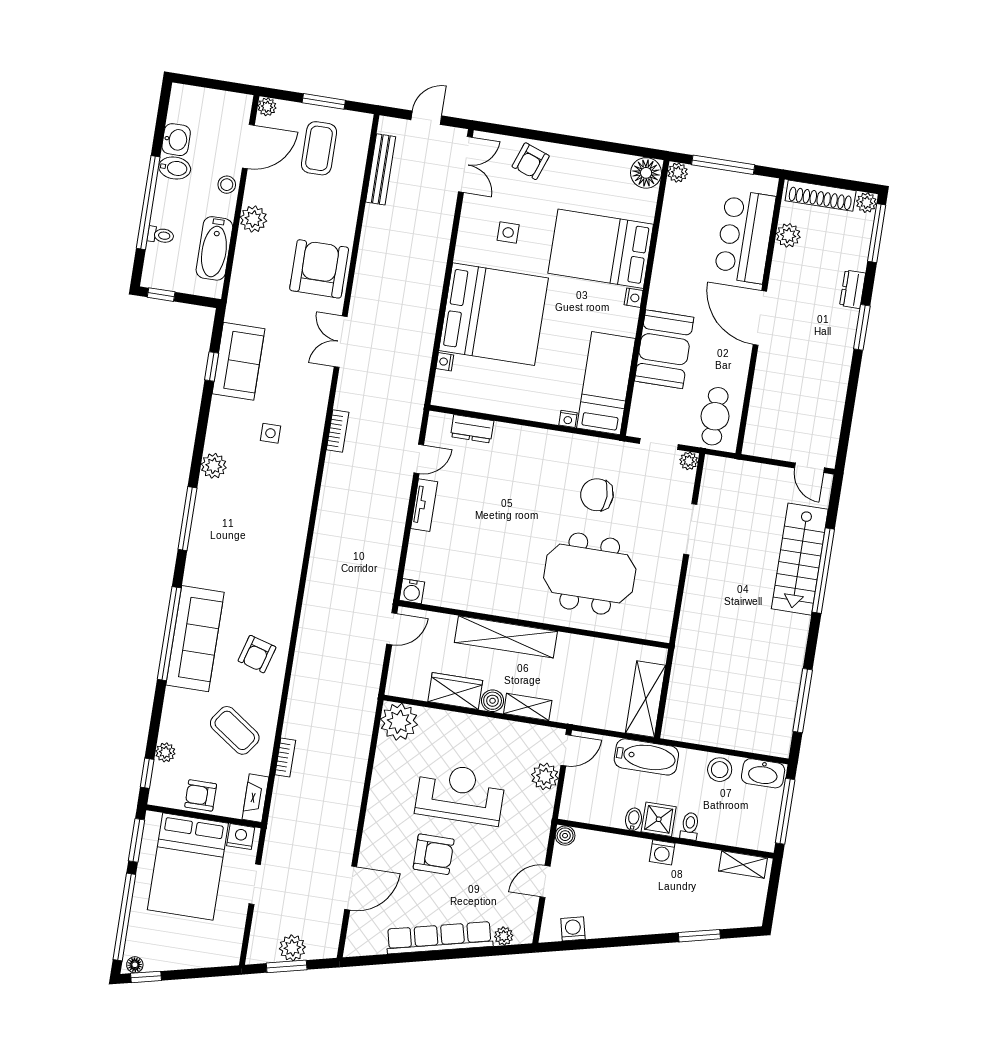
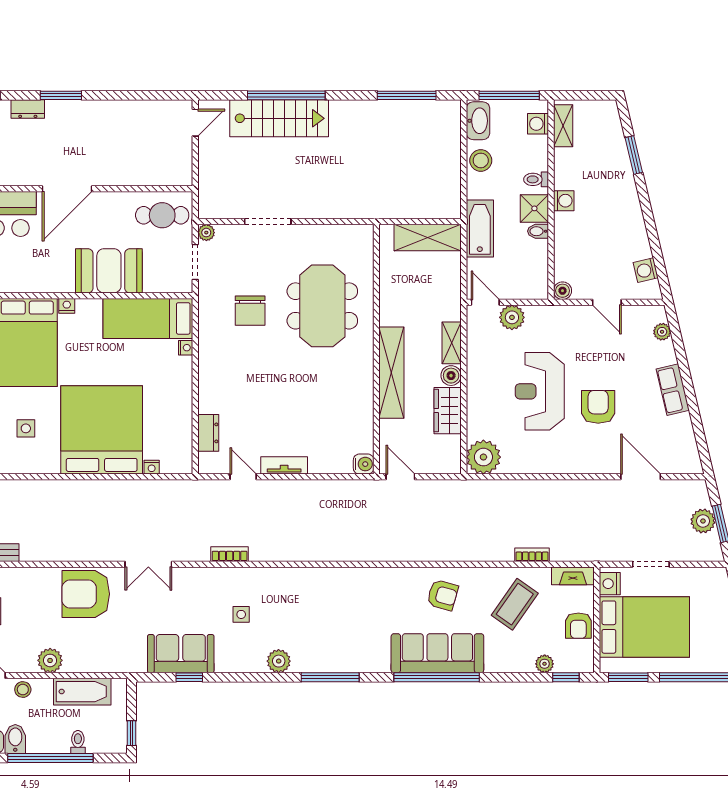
washing machine: (750, 838) -> (538, 124), added
row of seats: (439, 938) -> (673, 390), width x0.50

